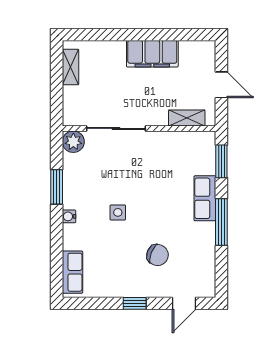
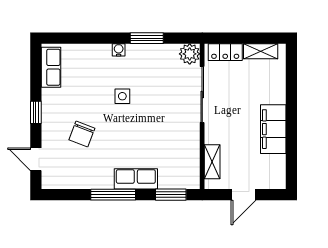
locker: (71, 104) -> (225, 52), added
row of seats: (73, 272) -> (51, 67), moved, turned -90

